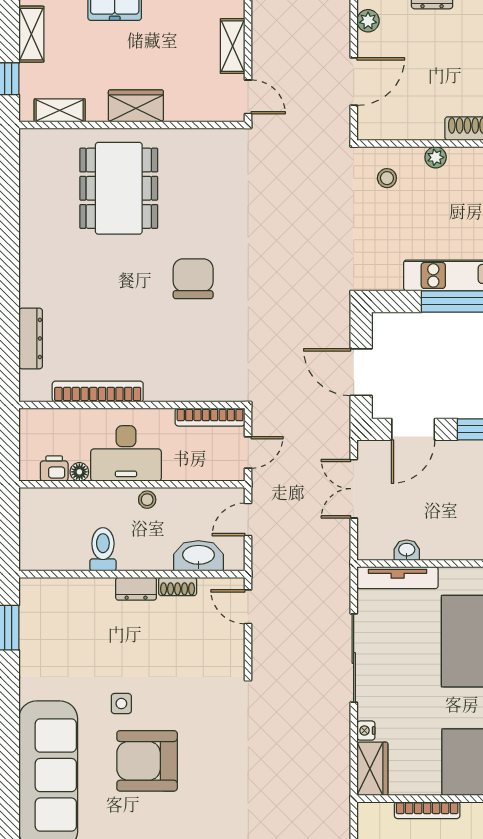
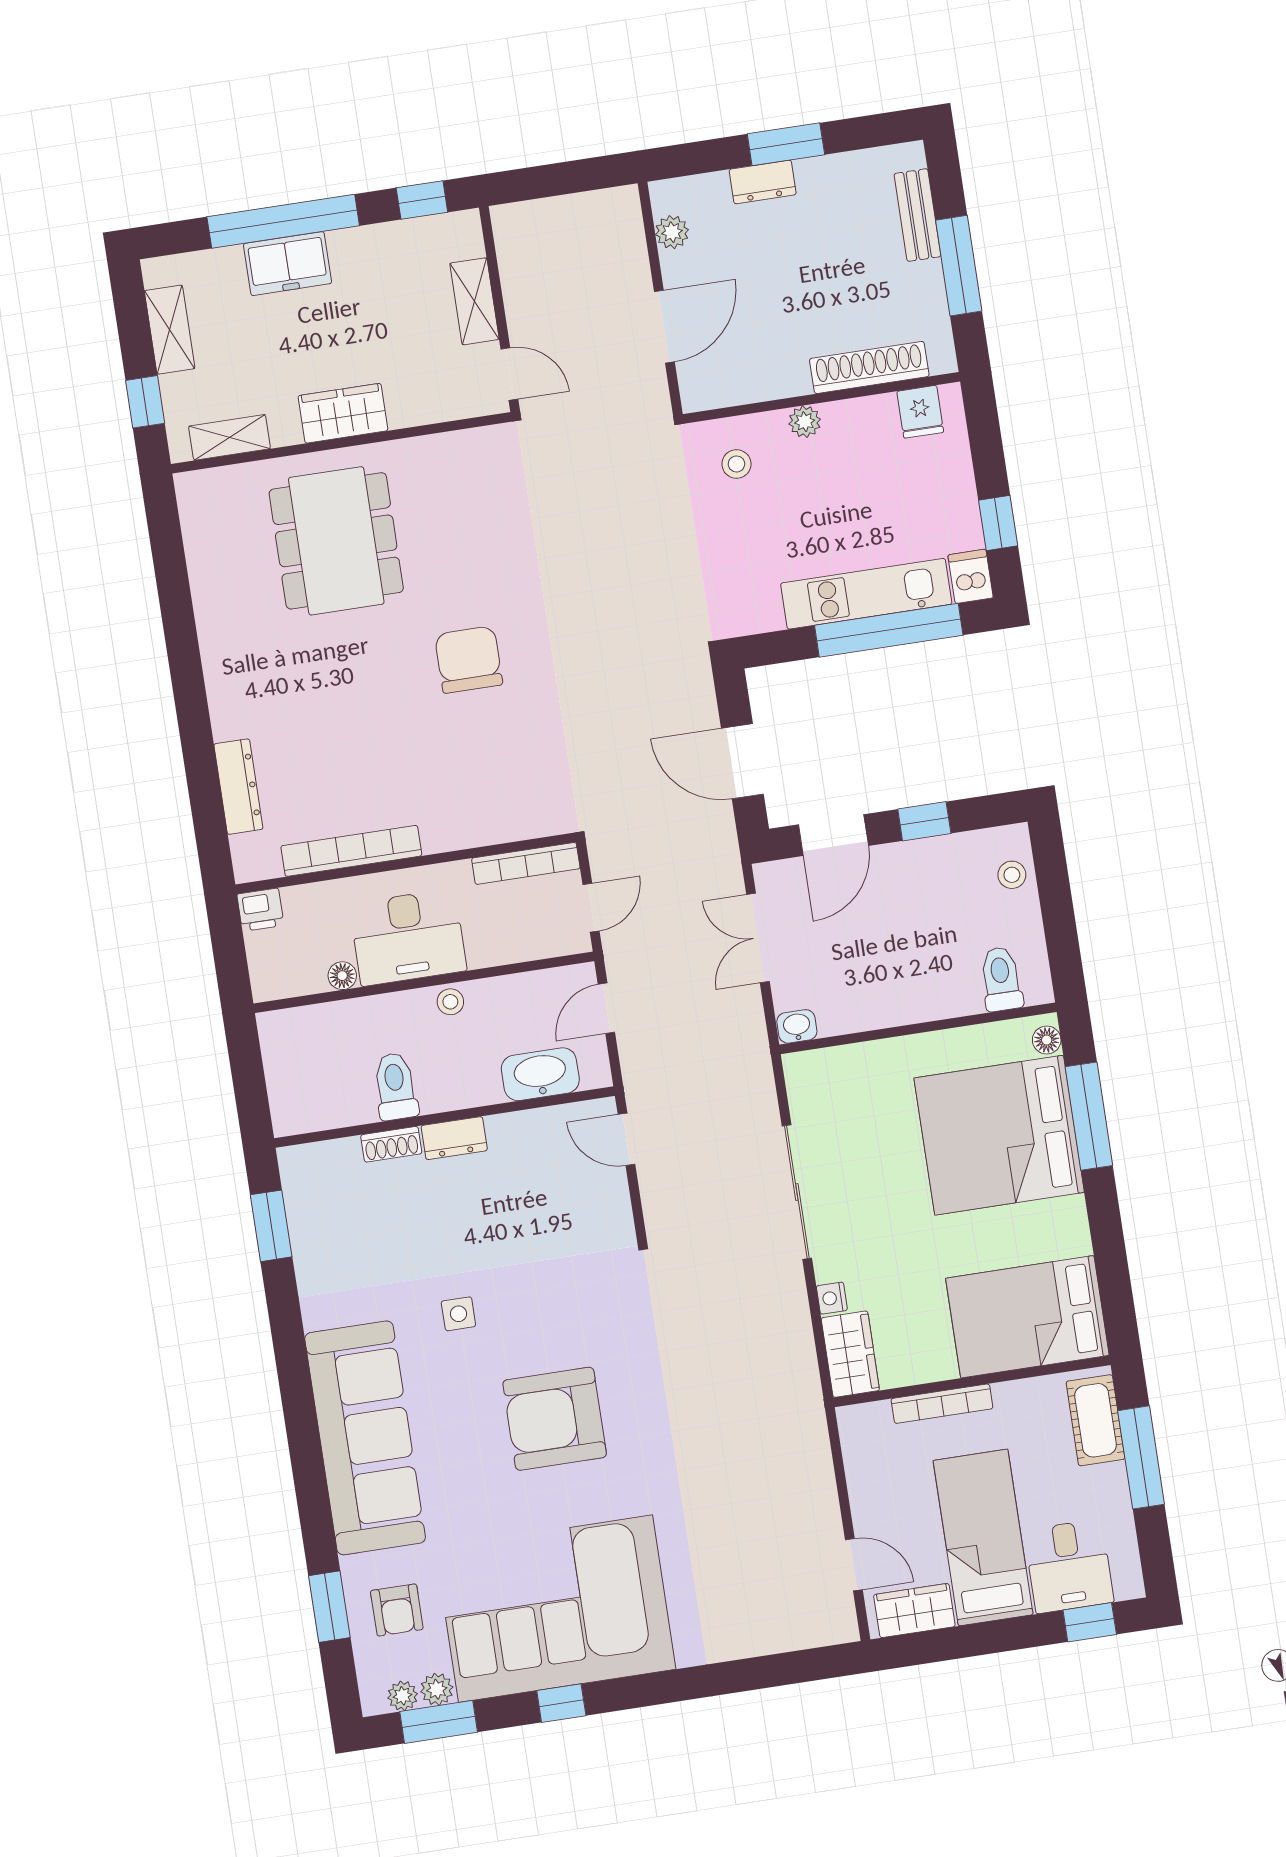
printer: (54, 468) -> (260, 910), moved, turned 180
washbasin: (407, 550) -> (797, 1026), moved
tv unit: (398, 578) -> (844, 1061), removed
shoe rack: (178, 587) -> (391, 1144), moved
armchair: (147, 761) -> (555, 1419), moved

